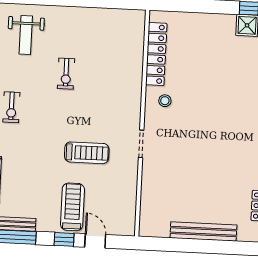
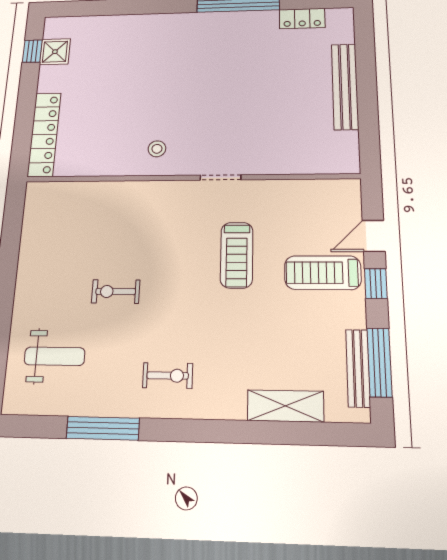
locker: (156, 54) -> (44, 134), moved, turned 90
exercise bike: (66, 74) -> (116, 292), turned 180
treadmill: (87, 153) -> (237, 255), turned 180

